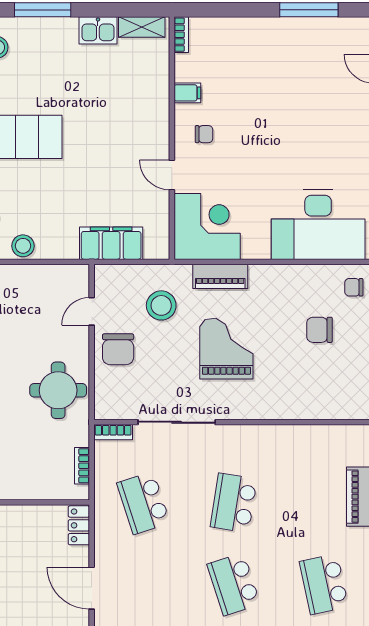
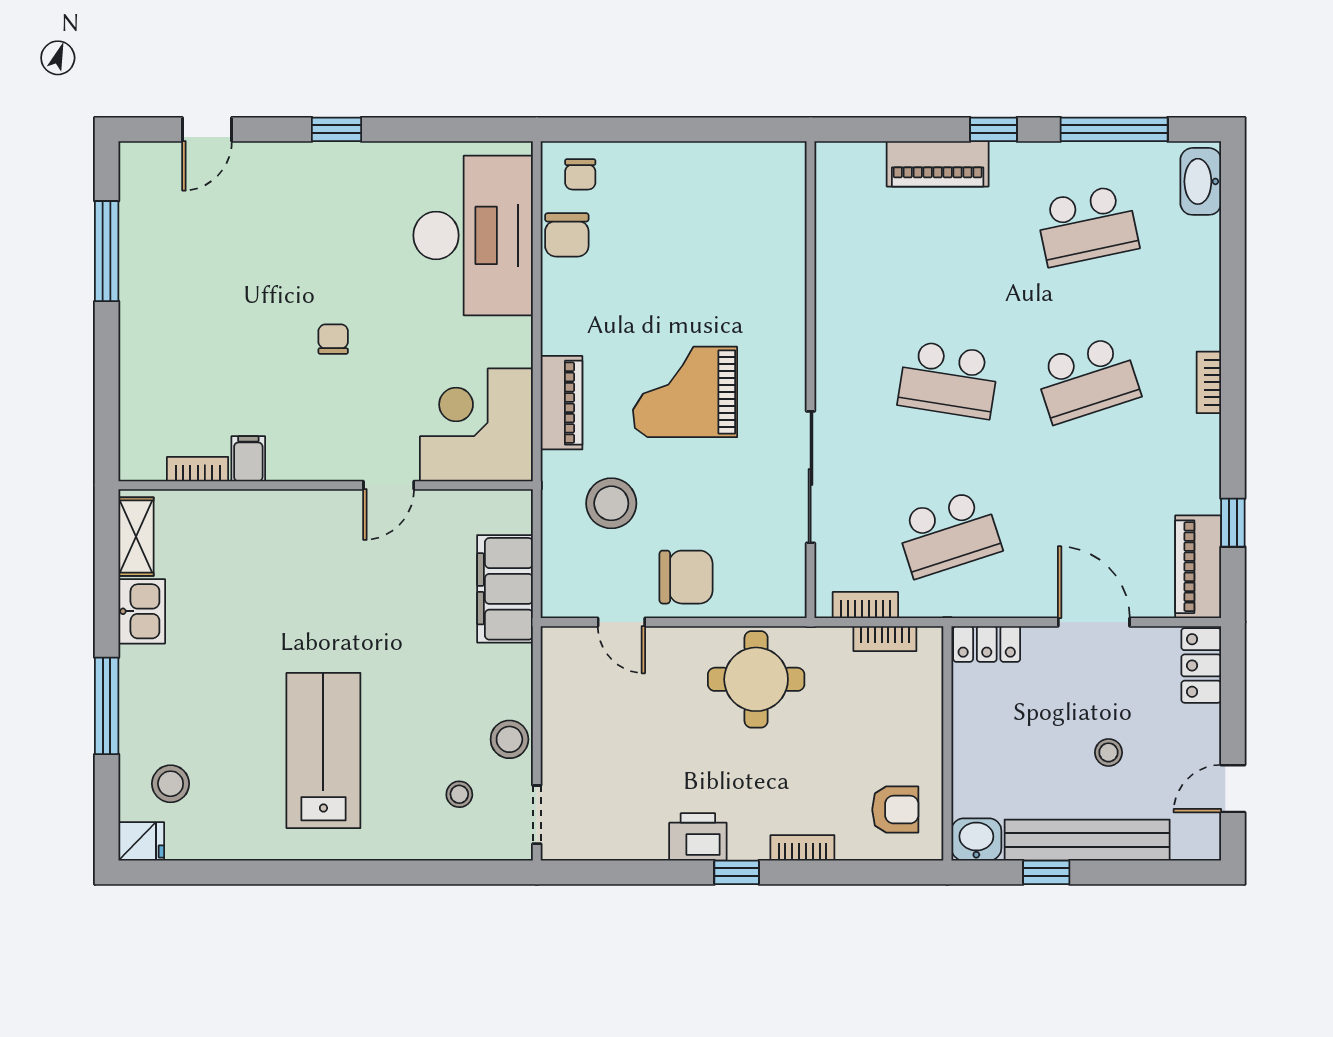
bookcase: (181, 35) -> (198, 469), moved
chair: (204, 134) -> (333, 339), moved
chair: (319, 330) -> (567, 235), moved
bookcase: (113, 432) -> (865, 605), moved, turned -90
door: (92, 588) -> (1094, 622), swing flipped
stool: (15, 597) -> (1109, 752), added

